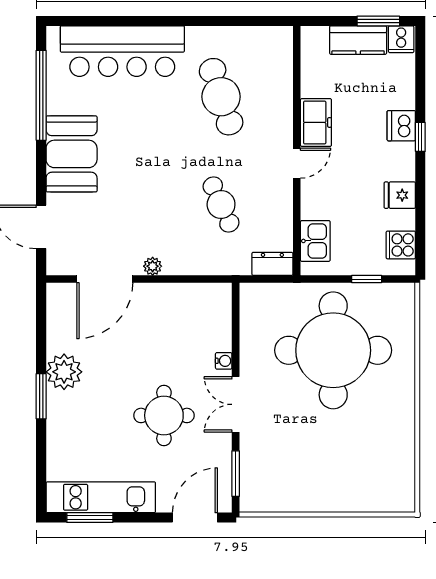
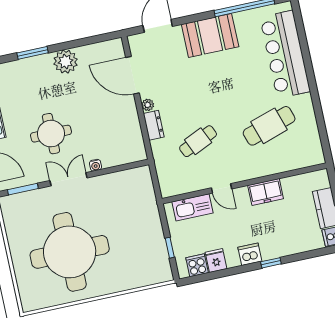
dishwasher: (401, 126) -> (250, 254), moved
door: (297, 163) -> (221, 188), moved
fridge: (400, 195) -> (216, 260), moved
kitchen sink: (315, 241) -> (192, 207), width x1.38
dresser: (272, 264) -> (154, 125), moved
round table: (333, 350) -> (70, 252), moved
window: (41, 396) -> (33, 53), moved

